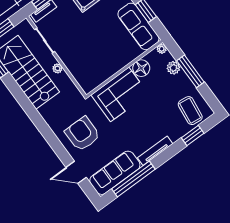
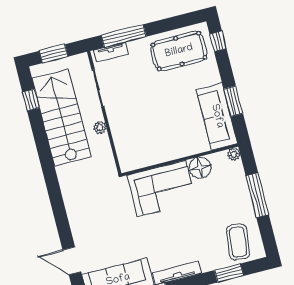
plant: (173, 68) -> (239, 183), removed
armchair: (82, 134) -> (98, 218), removed

